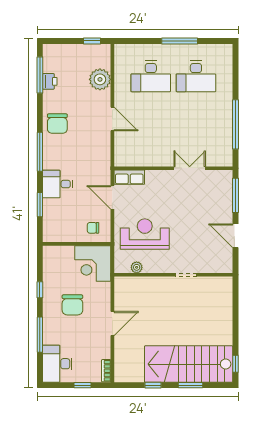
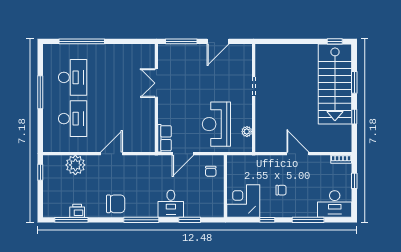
window: (235, 124) -> (82, 41), moved
corner desk: (93, 263) -> (243, 201), moved, turned 180
chair: (72, 305) -> (281, 190), width x0.54, depth x0.54

